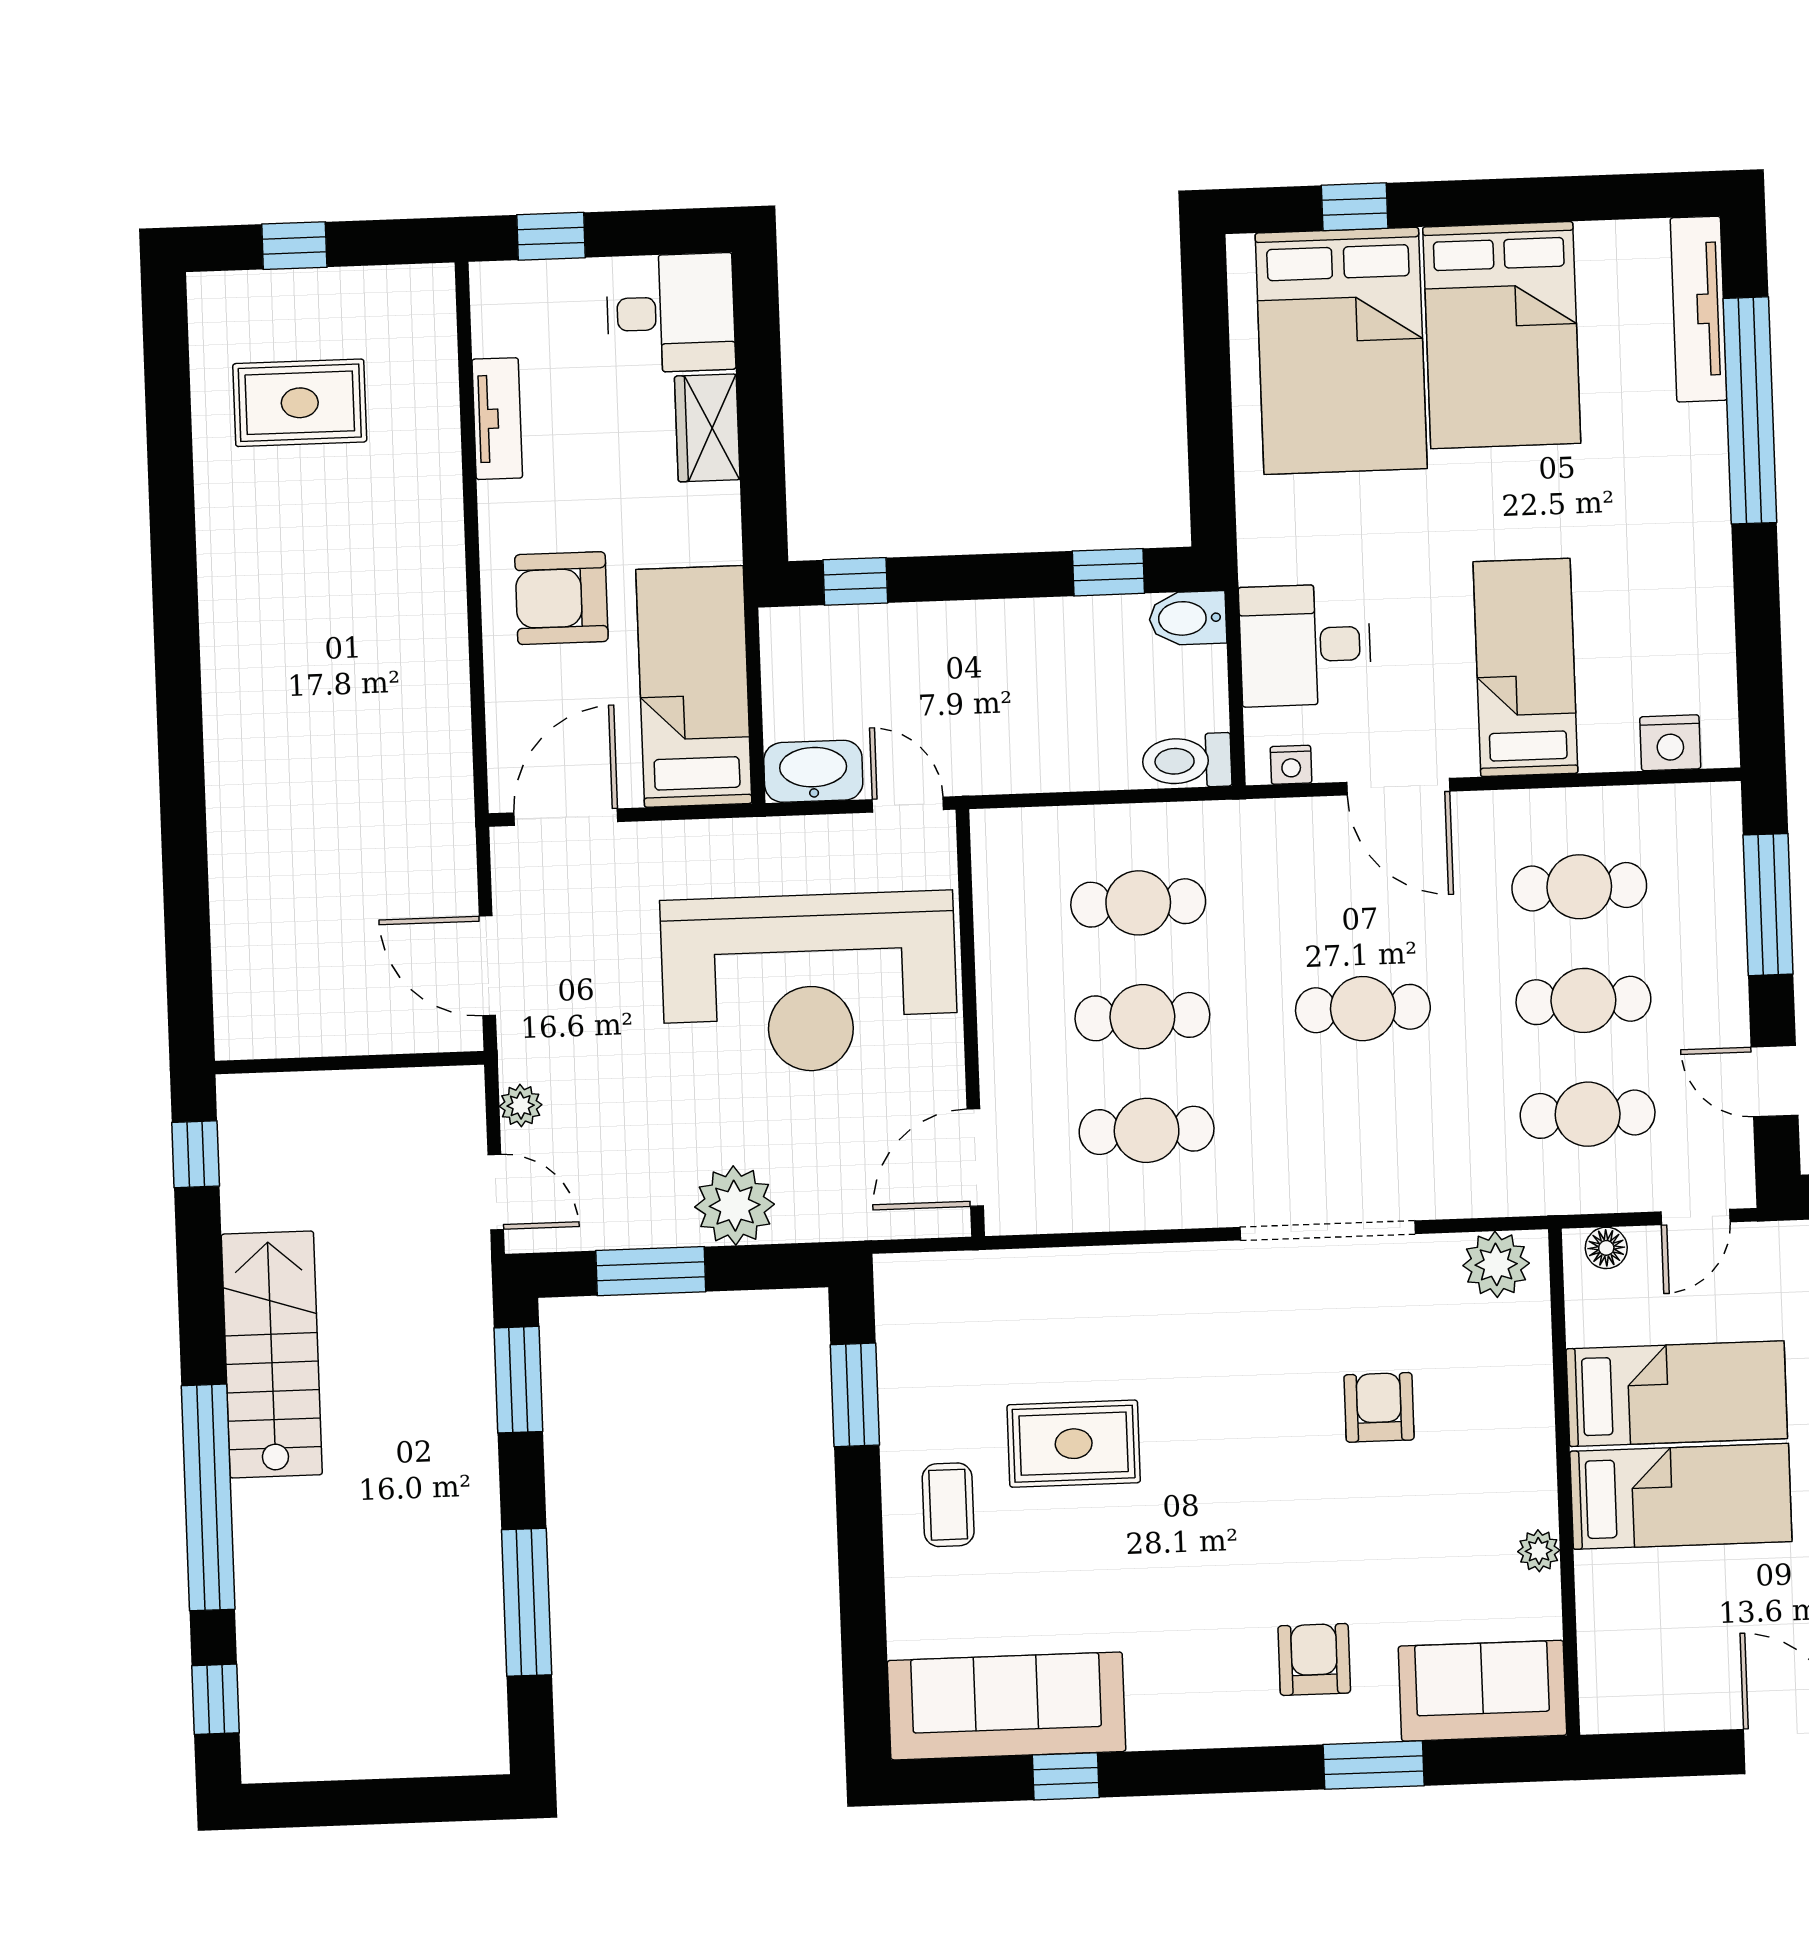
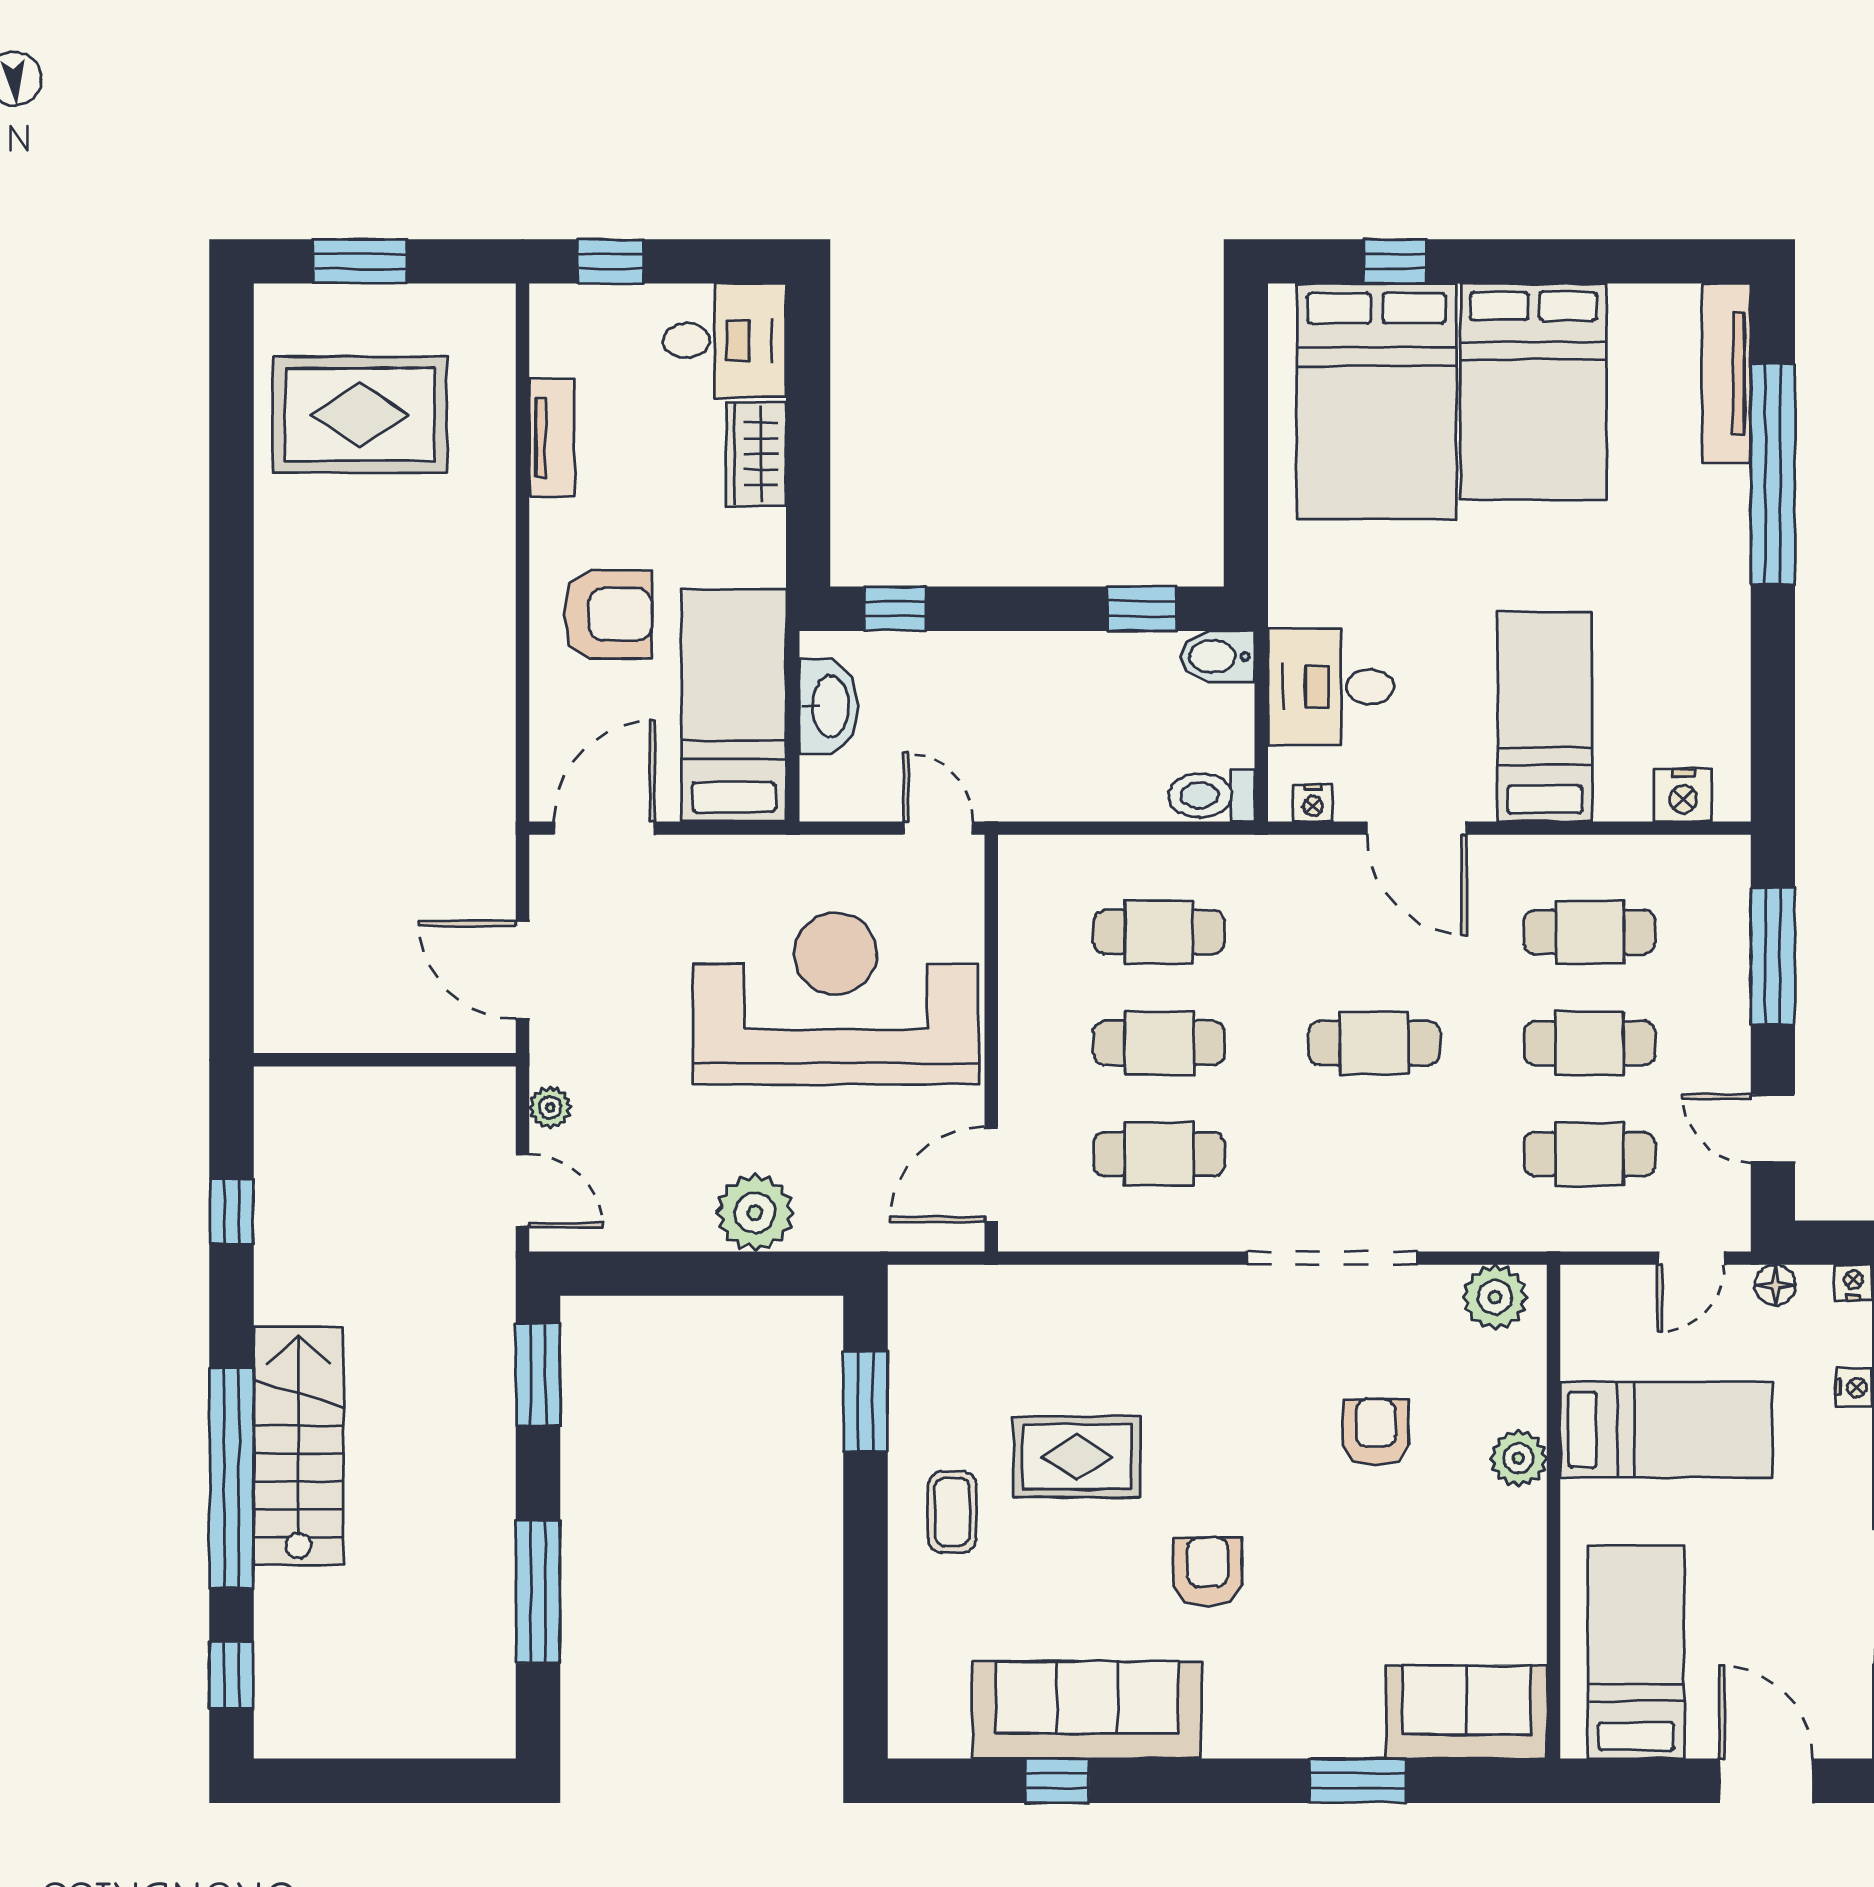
window: (294, 246) -> (360, 261), width x1.50
rug: (300, 403) -> (360, 415), width x1.36, depth x1.43
armchair: (561, 598) -> (608, 614), turned 180
washbasin: (813, 771) -> (829, 706), moved, turned 90
reception desk: (809, 983) -> (836, 998), turned 180
window: (196, 1154) -> (231, 1211), moved
floor lamp: (1606, 1248) -> (1775, 1285), moved
window: (651, 1271) -> (671, 1274), removed
stairs: (272, 1354) -> (298, 1446), moved
bed: (1681, 1496) -> (1636, 1652), moved, turned -90
plant: (1539, 1551) -> (1518, 1458), moved, width x1.38, depth x1.38
armchair: (1314, 1659) -> (1208, 1572), moved
sofa: (1006, 1706) -> (1087, 1710), moved

